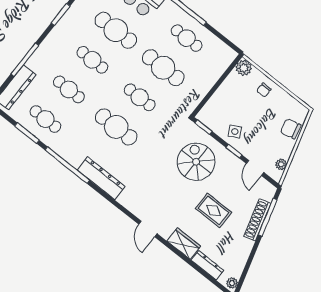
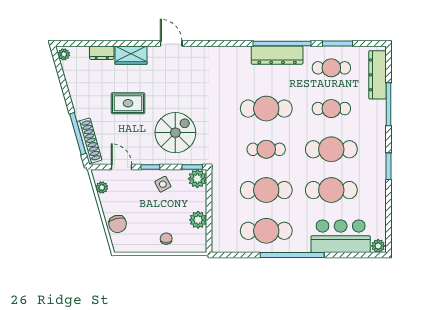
cafe table: (187, 38) -> (266, 231), width x1.37, depth x1.35
cafe table: (92, 60) -> (331, 149), width x1.37, depth x1.35
plant: (244, 68) -> (198, 220), moved
plant: (207, 116) -> (197, 179), added
chair: (291, 129) -> (118, 224), turned 90
spiral stairs: (196, 162) -> (175, 133), turned -90
dresser: (101, 178) -> (277, 55), moved
shoe rack: (257, 220) -> (89, 141), moved
dresser: (207, 265) -> (102, 53), width x0.70

